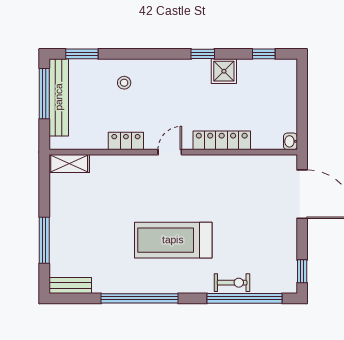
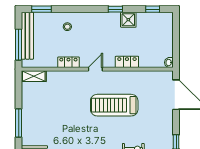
window: (44, 94) -> (19, 45), moved
locker: (222, 140) -> (127, 62), width x0.66
treadmill: (173, 240) -> (114, 105), moved

